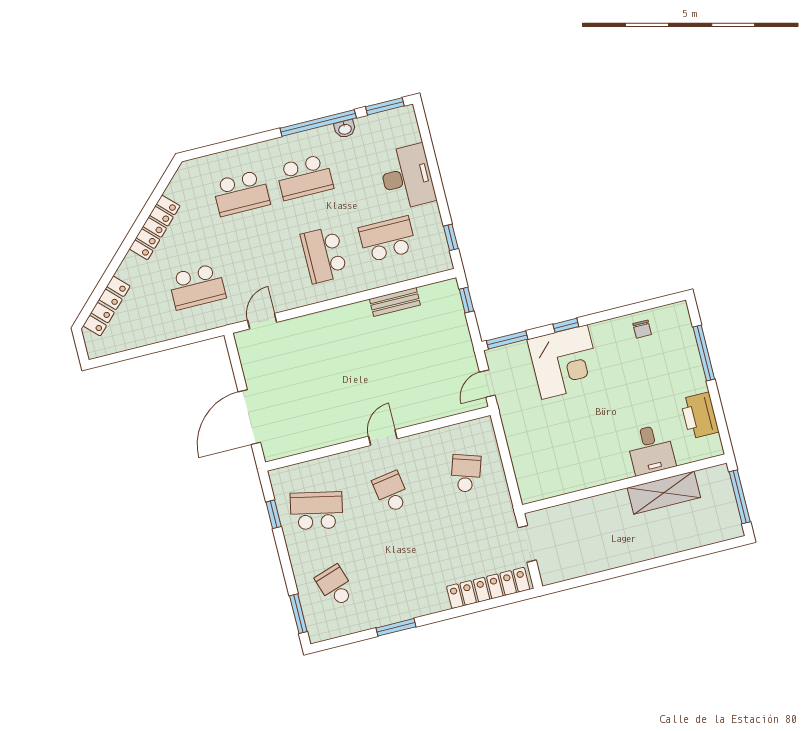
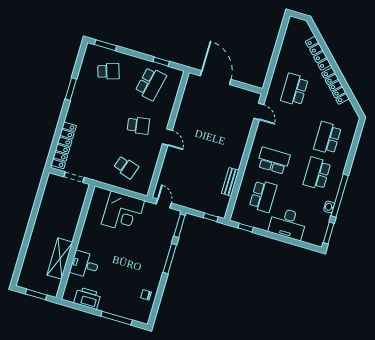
locker: (107, 306) -> (318, 53), moved
window: (566, 325) -> (170, 259), width x2.17
corner desk: (565, 362) -> (123, 212), moved, turned -90
window: (740, 497) -> (36, 294), width x0.69

